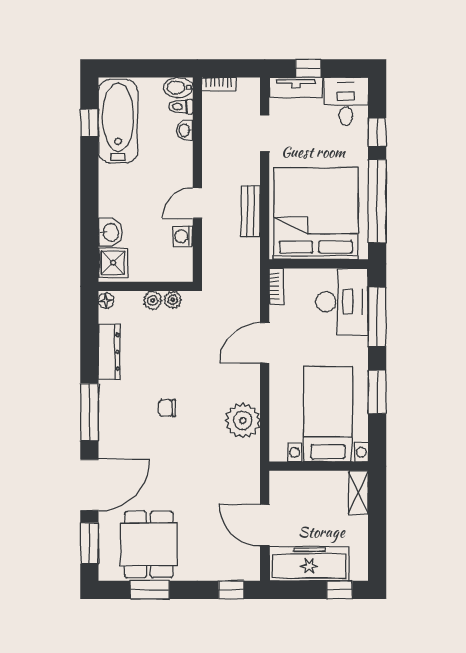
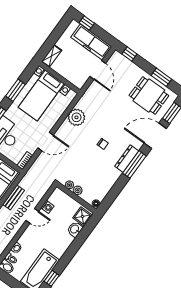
dresser: (109, 352) -> (127, 159), moved
dining table: (149, 544) -> (149, 95), turned 90

